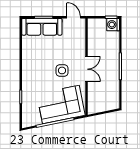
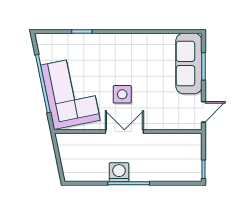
washing machine: (113, 25) -> (119, 172), moved
double door: (86, 69) -> (124, 132), swing flipped

